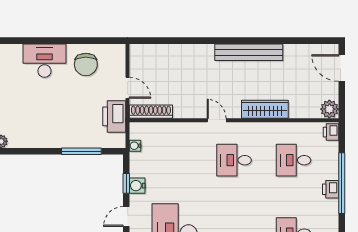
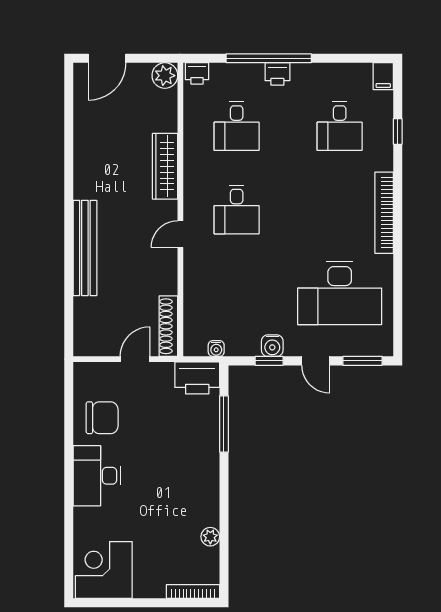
bench: (249, 52) -> (85, 248), moved
printer: (114, 116) -> (197, 378), moved

